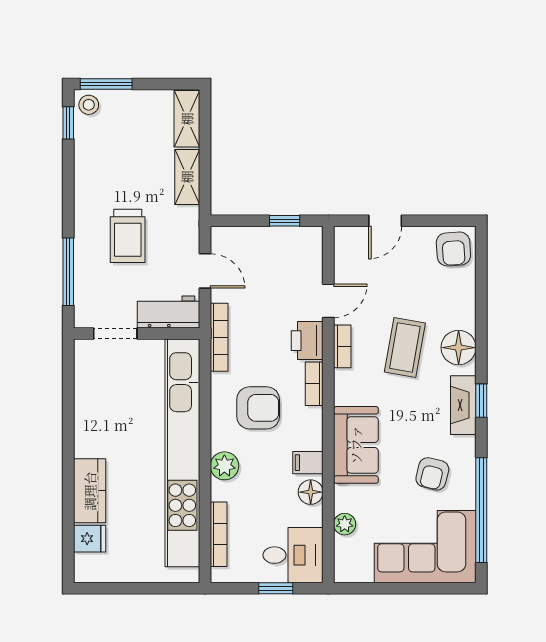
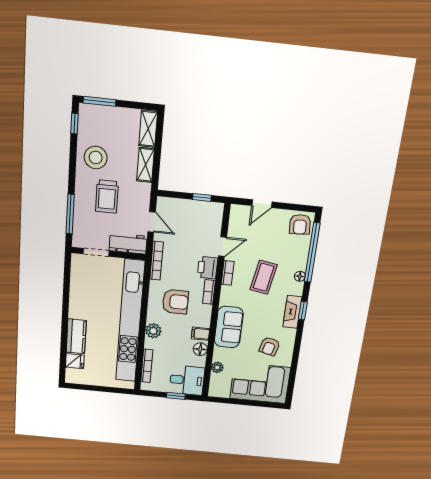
stool: (89, 105) -> (96, 158), moved, width x1.89, depth x1.89
floor lamp: (459, 348) -> (300, 276), width x0.53, depth x0.53
window: (481, 510) -> (312, 253), moved

